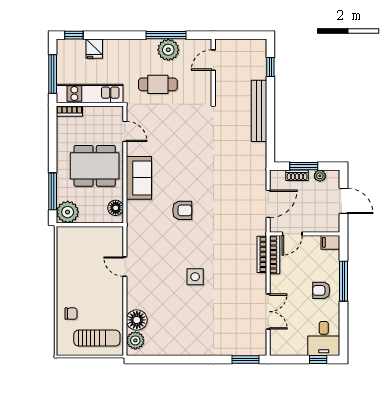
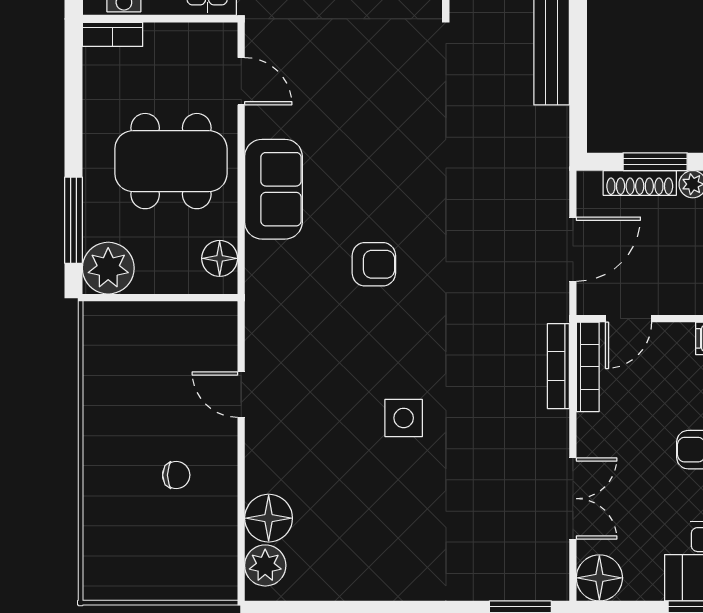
shoe rack: (297, 175) -> (640, 183), width x1.43
chair: (71, 314) -> (176, 475), moved
sun lounger: (97, 338) -> (176, 560), removed
floor lamp: (280, 346) -> (599, 578), added

